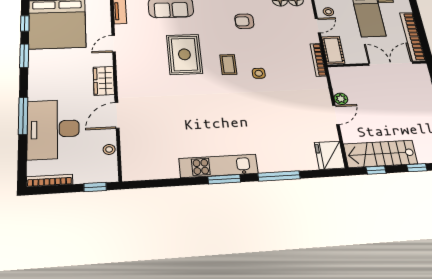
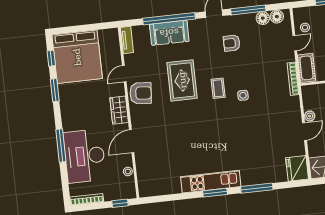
armchair: (132, 64) -> (141, 93), added

